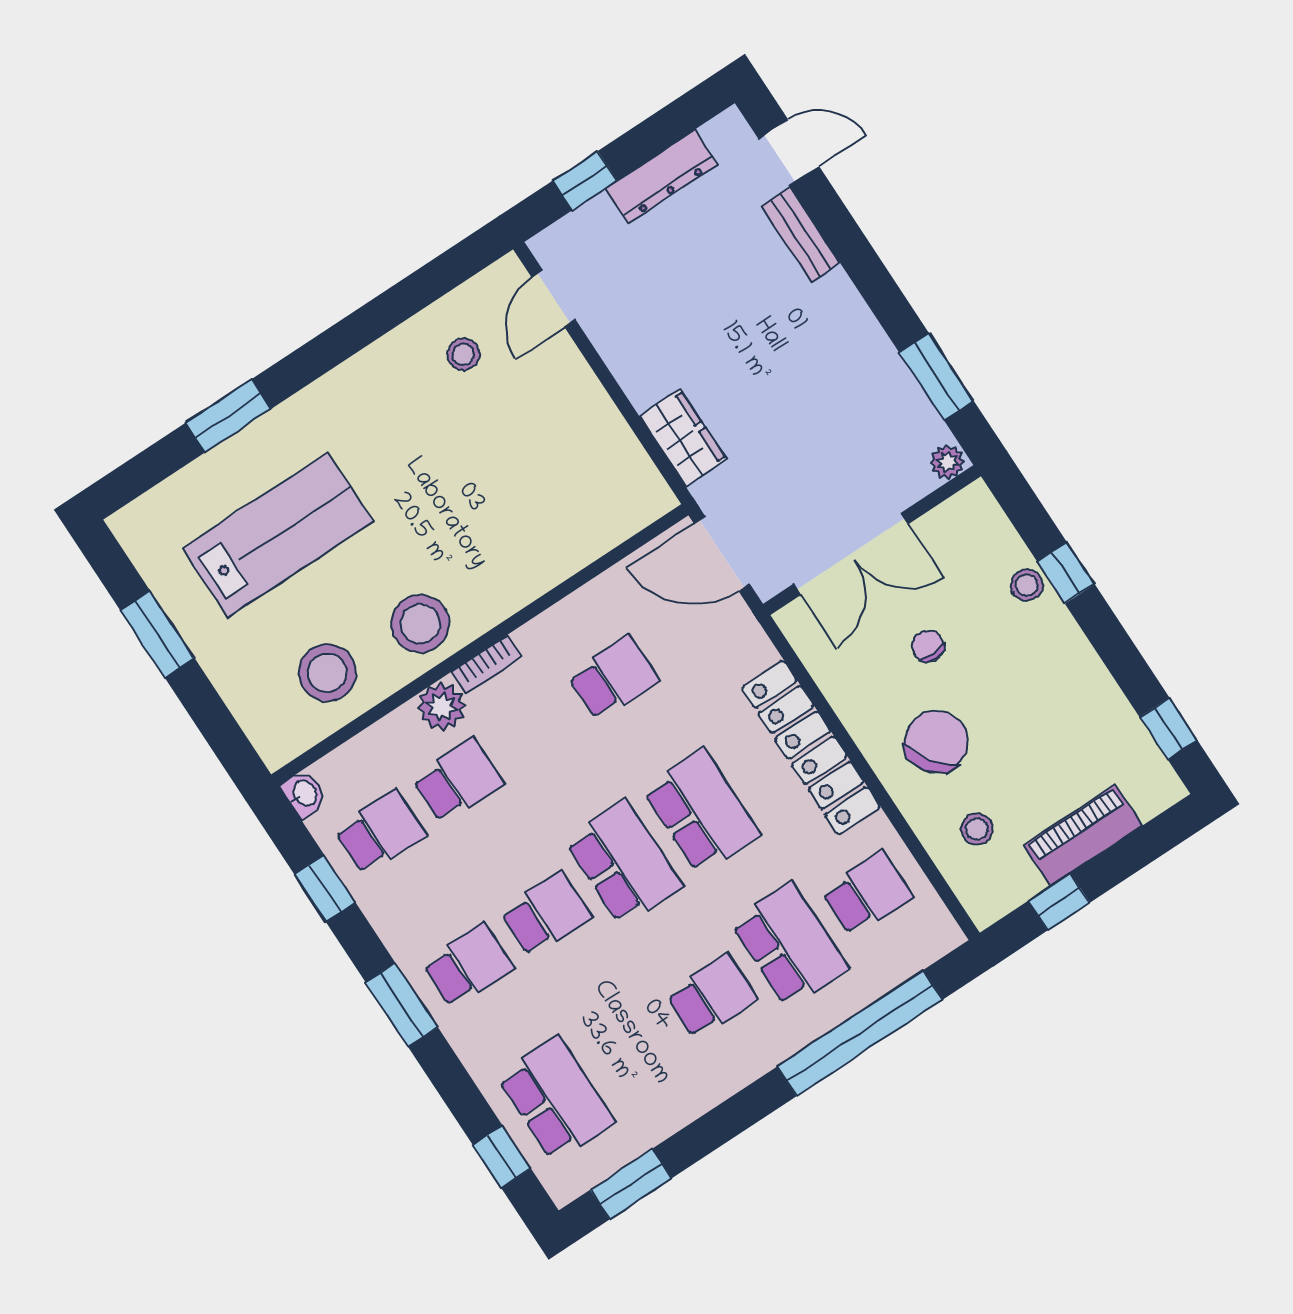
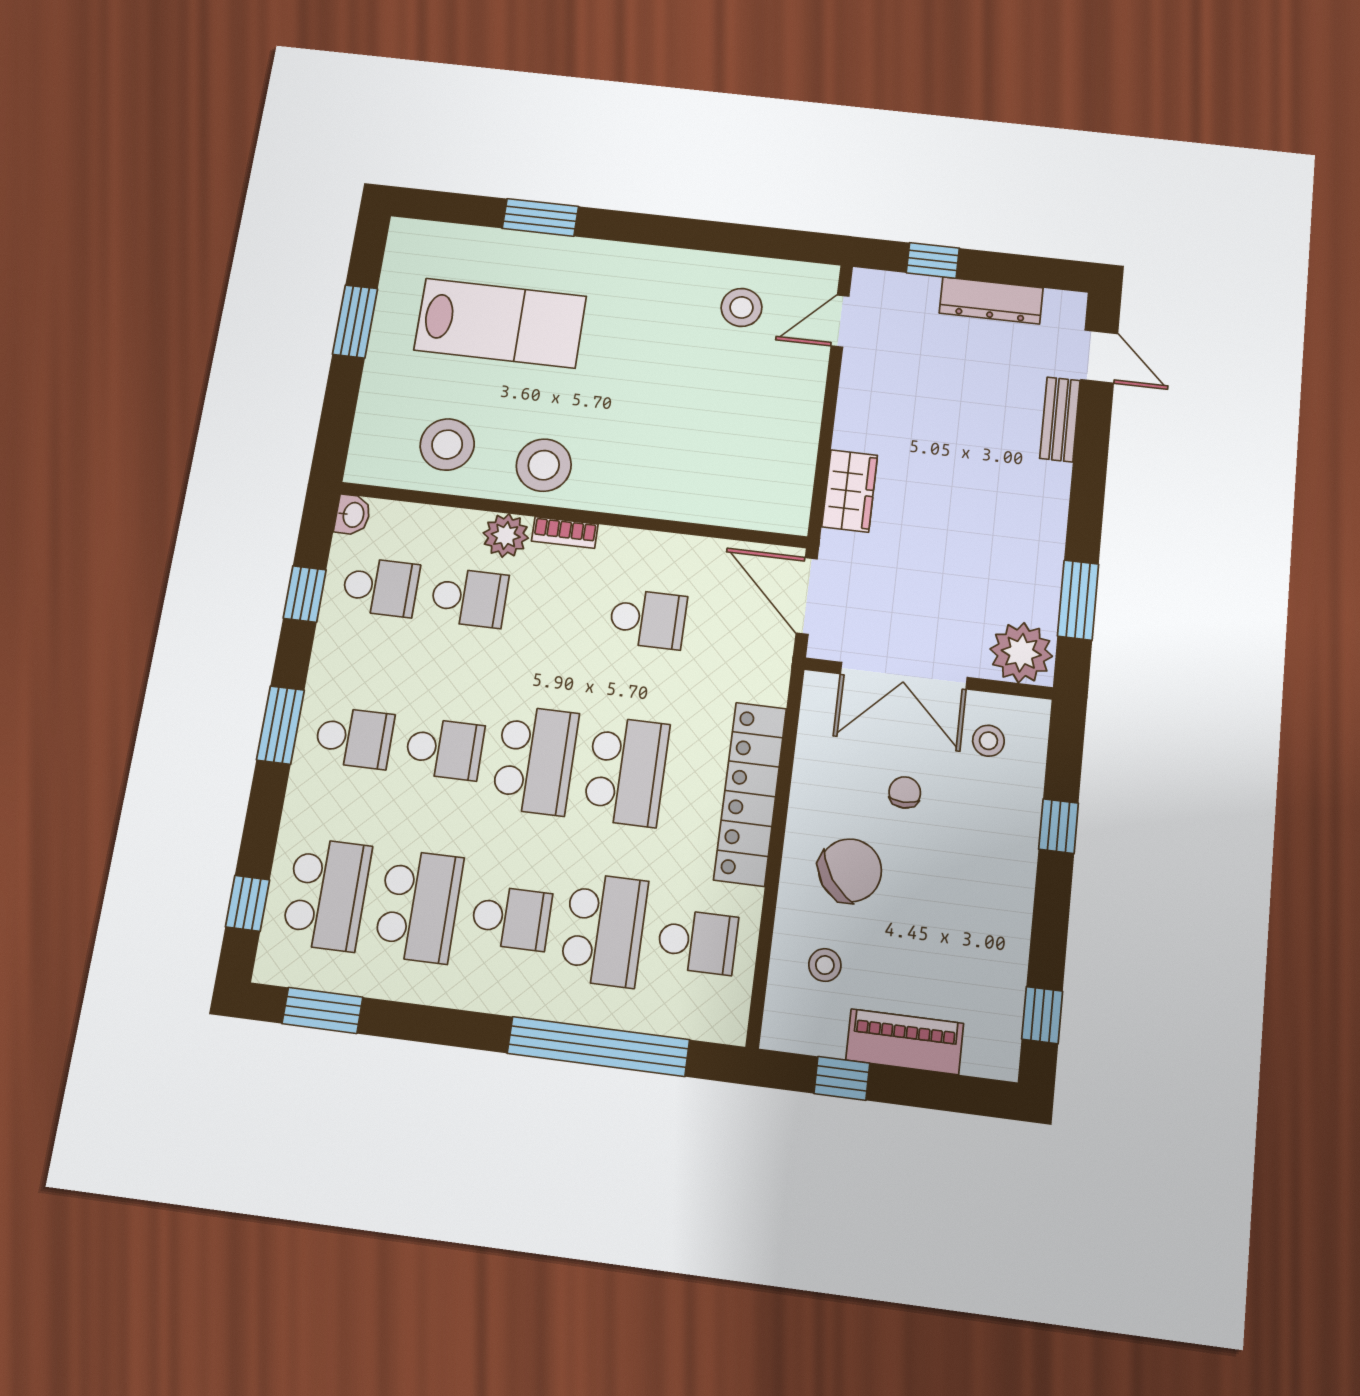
stool: (463, 354) -> (742, 307), width x1.37, depth x1.37
plant: (947, 462) -> (1021, 653), width x1.87, depth x1.87
stool: (1027, 585) -> (988, 741), moved
school desk: (634, 1048) -> (419, 906), added

